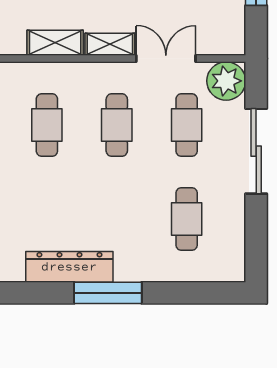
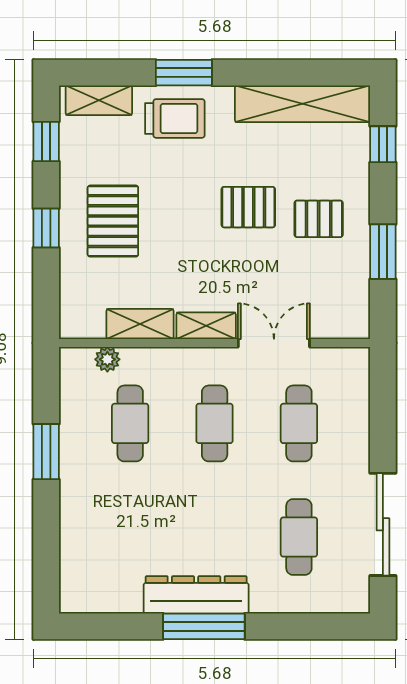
plant: (226, 81) -> (107, 359), moved, width x0.53, depth x0.53
sliding door: (256, 151) -> (383, 524), moved
dresser: (69, 267) -> (196, 595), moved

